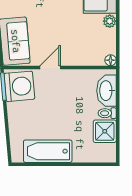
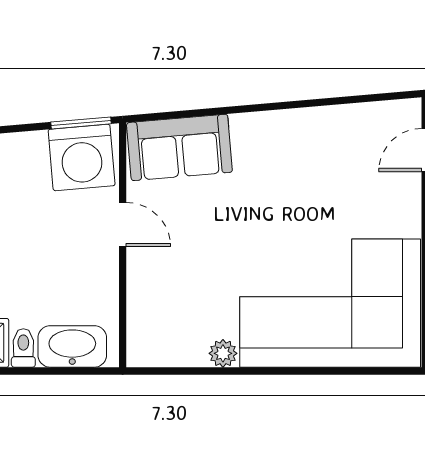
floor lamp: (111, 60) -> (138, 355), removed

